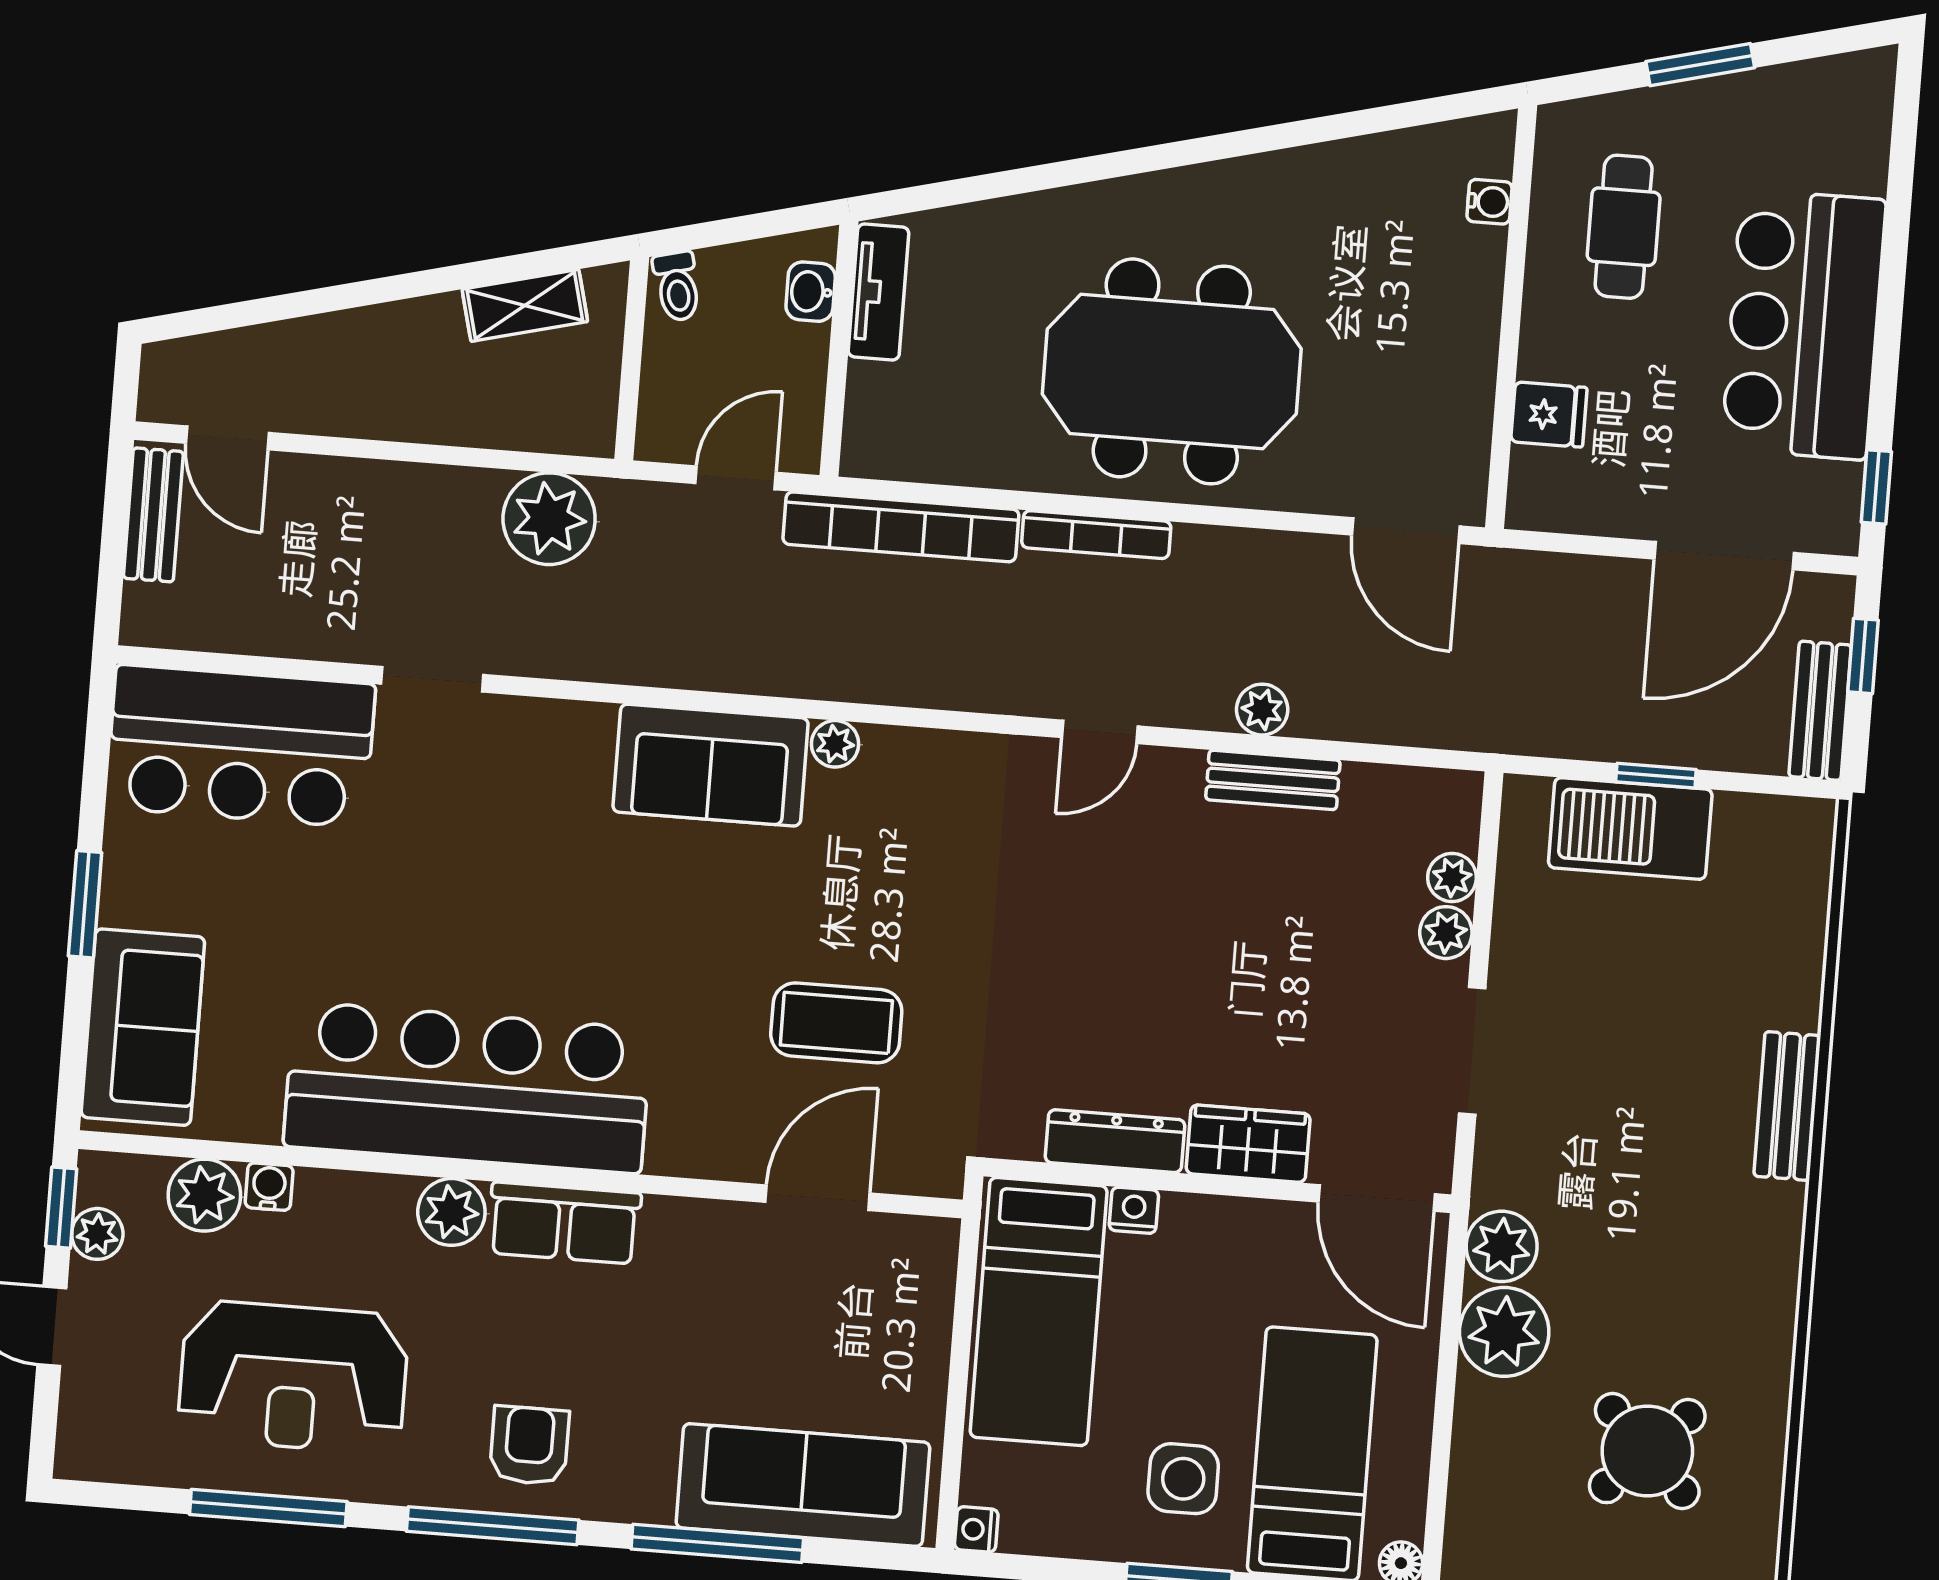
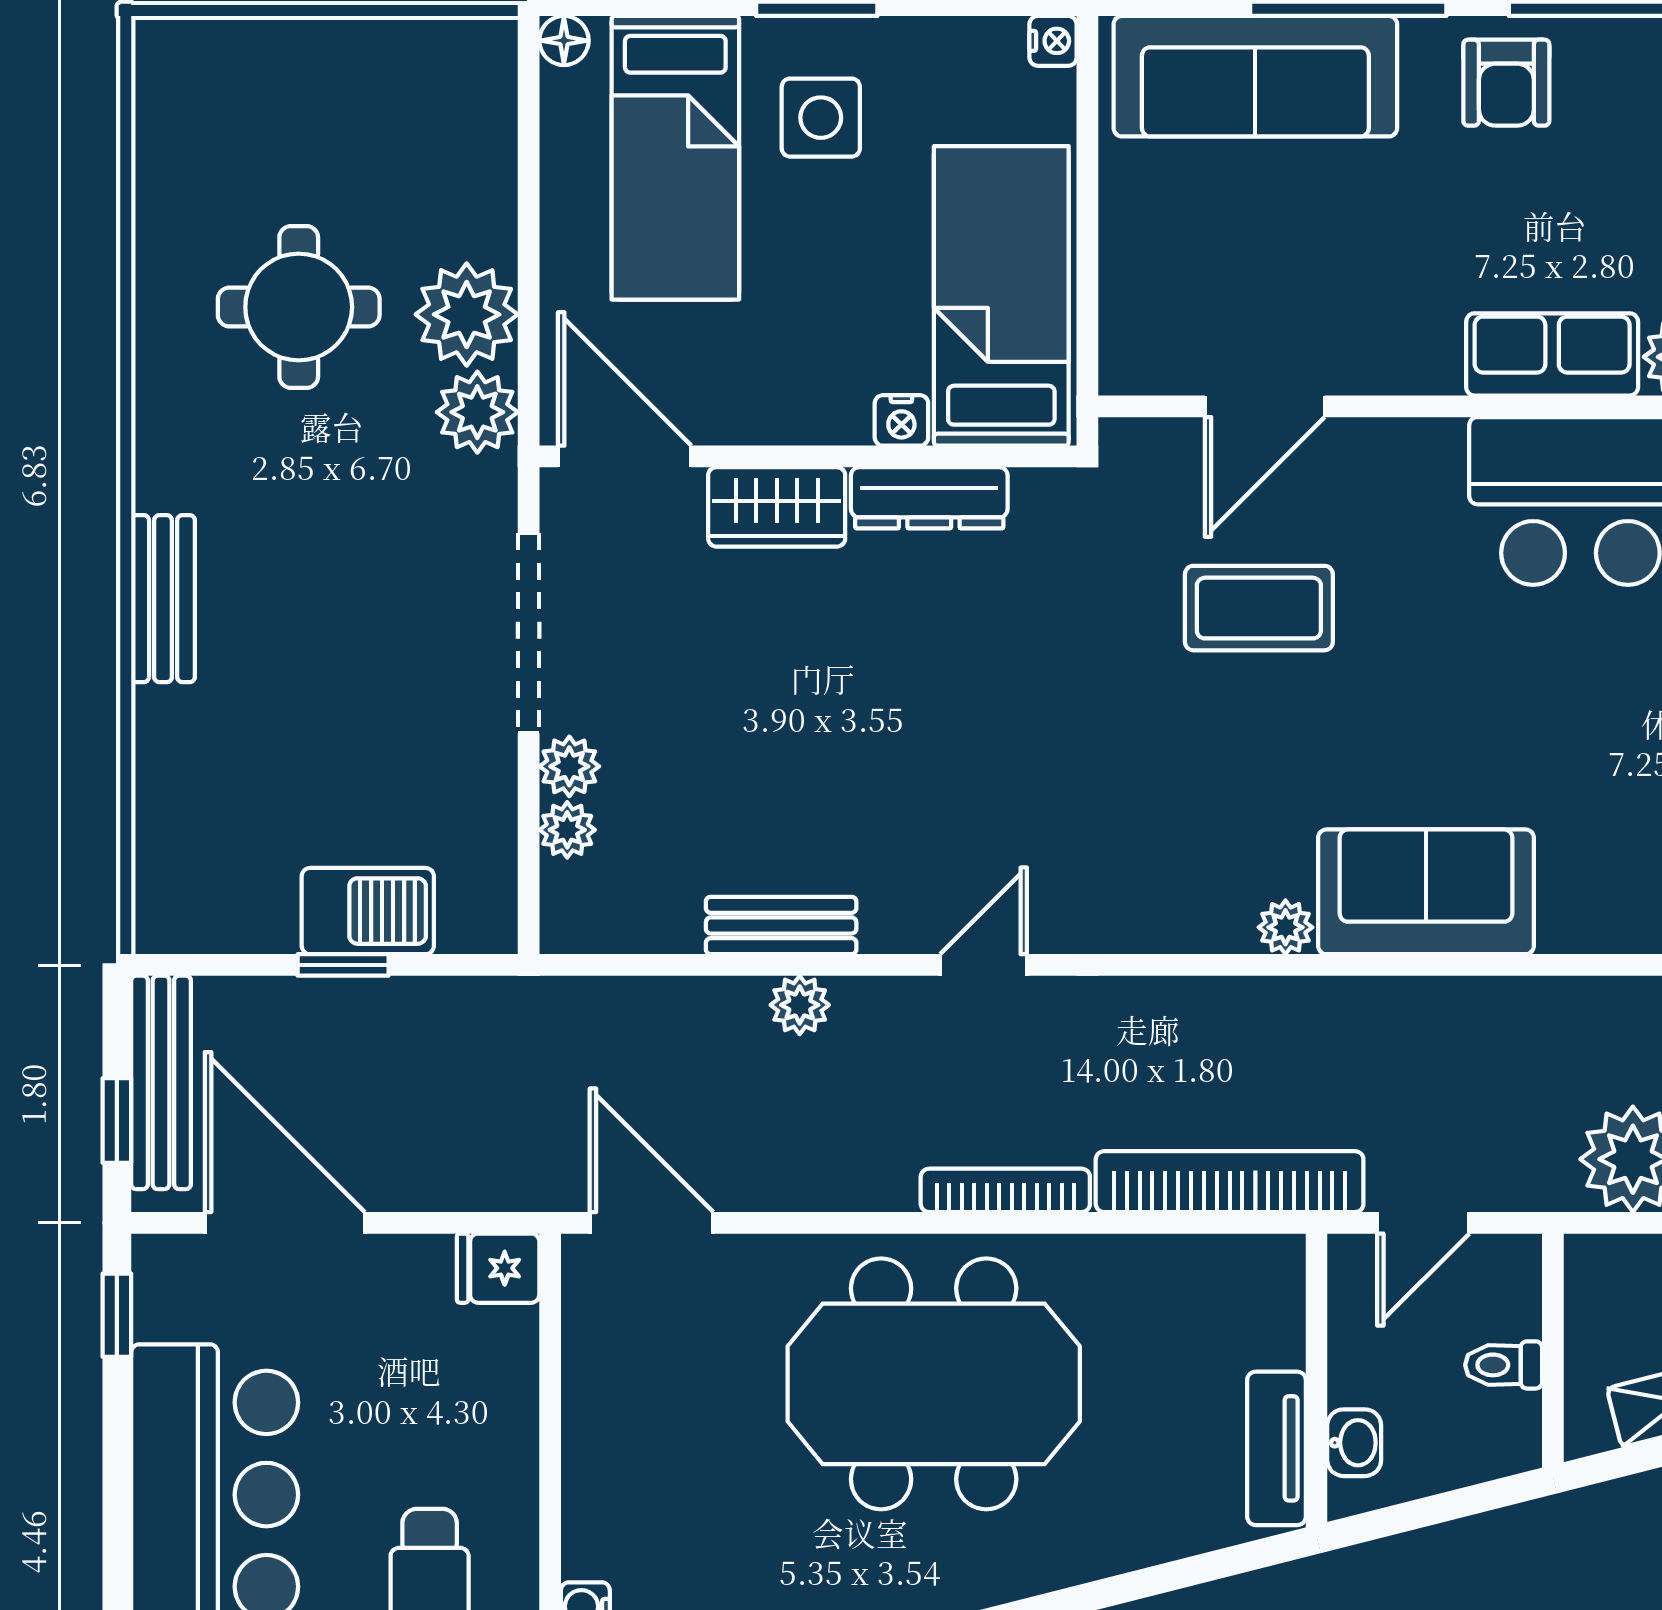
toilet: (677, 286) -> (1504, 1365), moved, turned -76
fridge: (1549, 415) -> (498, 1268), moved
door: (1724, 556) -> (285, 1223), hinge flipped
bench: (1820, 711) -> (161, 1082), width x1.36
barbecue: (1630, 829) -> (368, 911), width x0.73, depth x0.83
doorway: (1472, 1051) -> (529, 633), width x1.36
armchair: (529, 1445) -> (1506, 83), moved
round table: (1647, 1451) -> (299, 307), moved, turned 45

